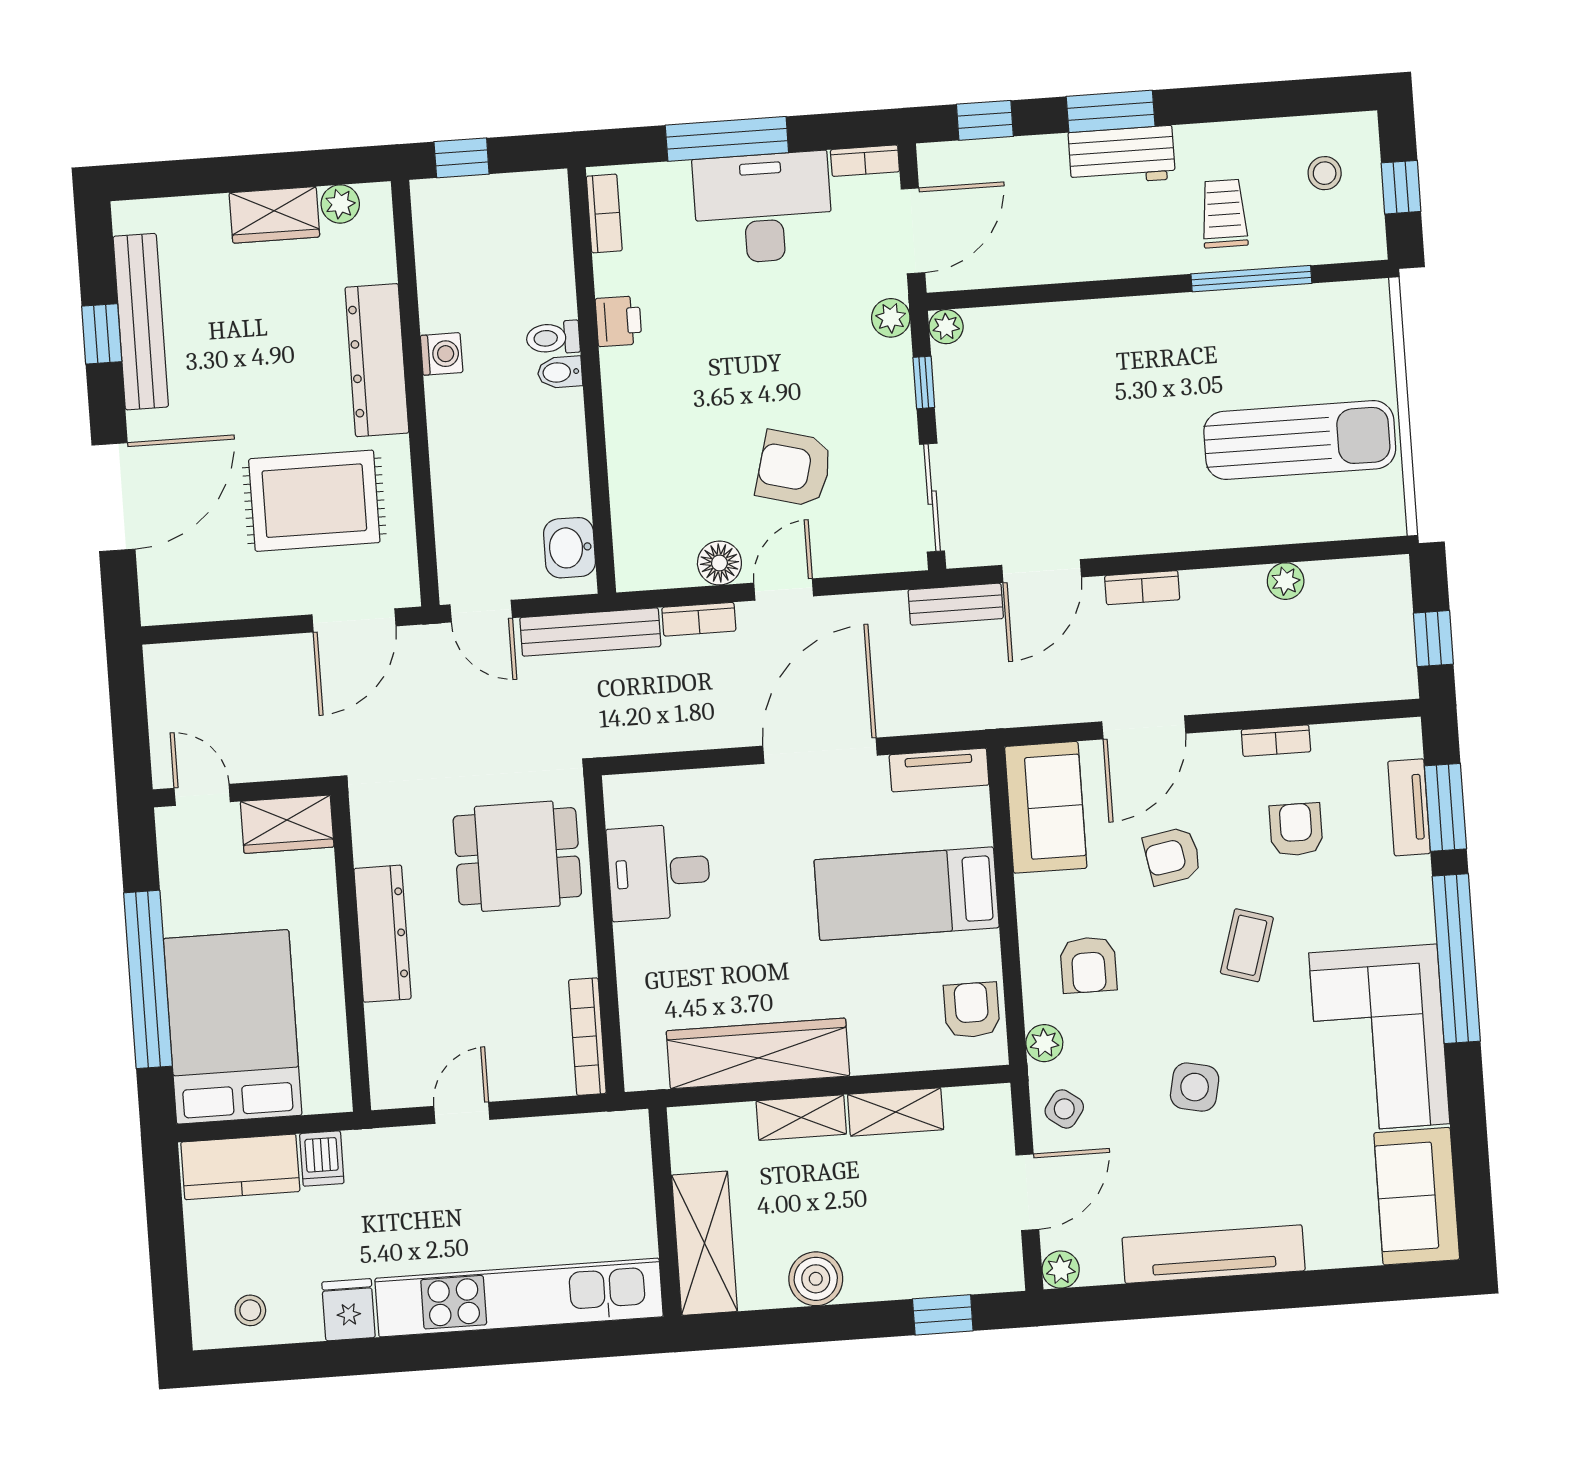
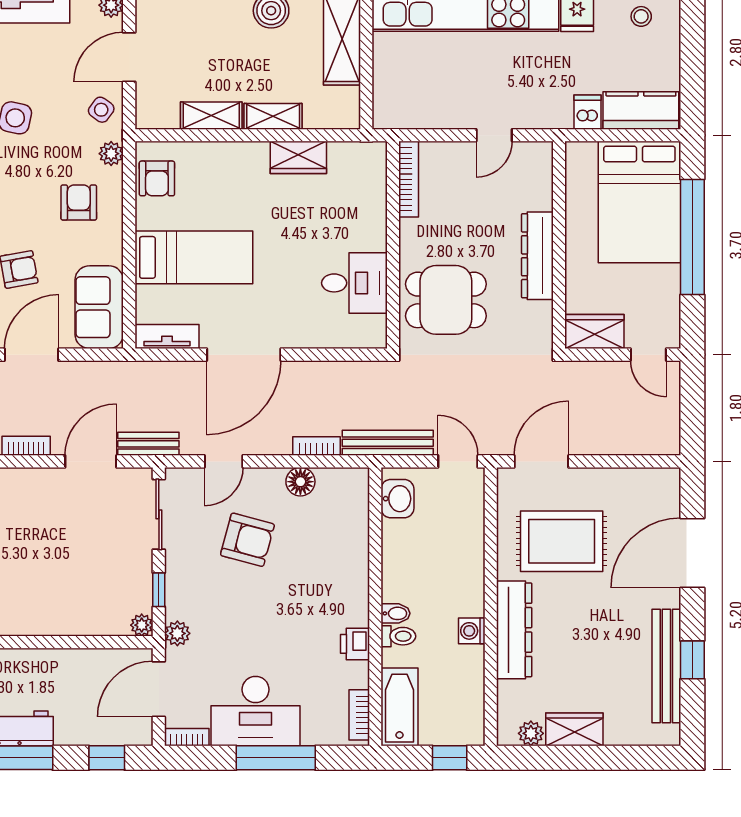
bathtub: (544, 230) -> (399, 707), added
door: (784, 590) -> (224, 461), moved
wardrobe: (758, 1053) -> (298, 157), width x0.48, depth x0.85

